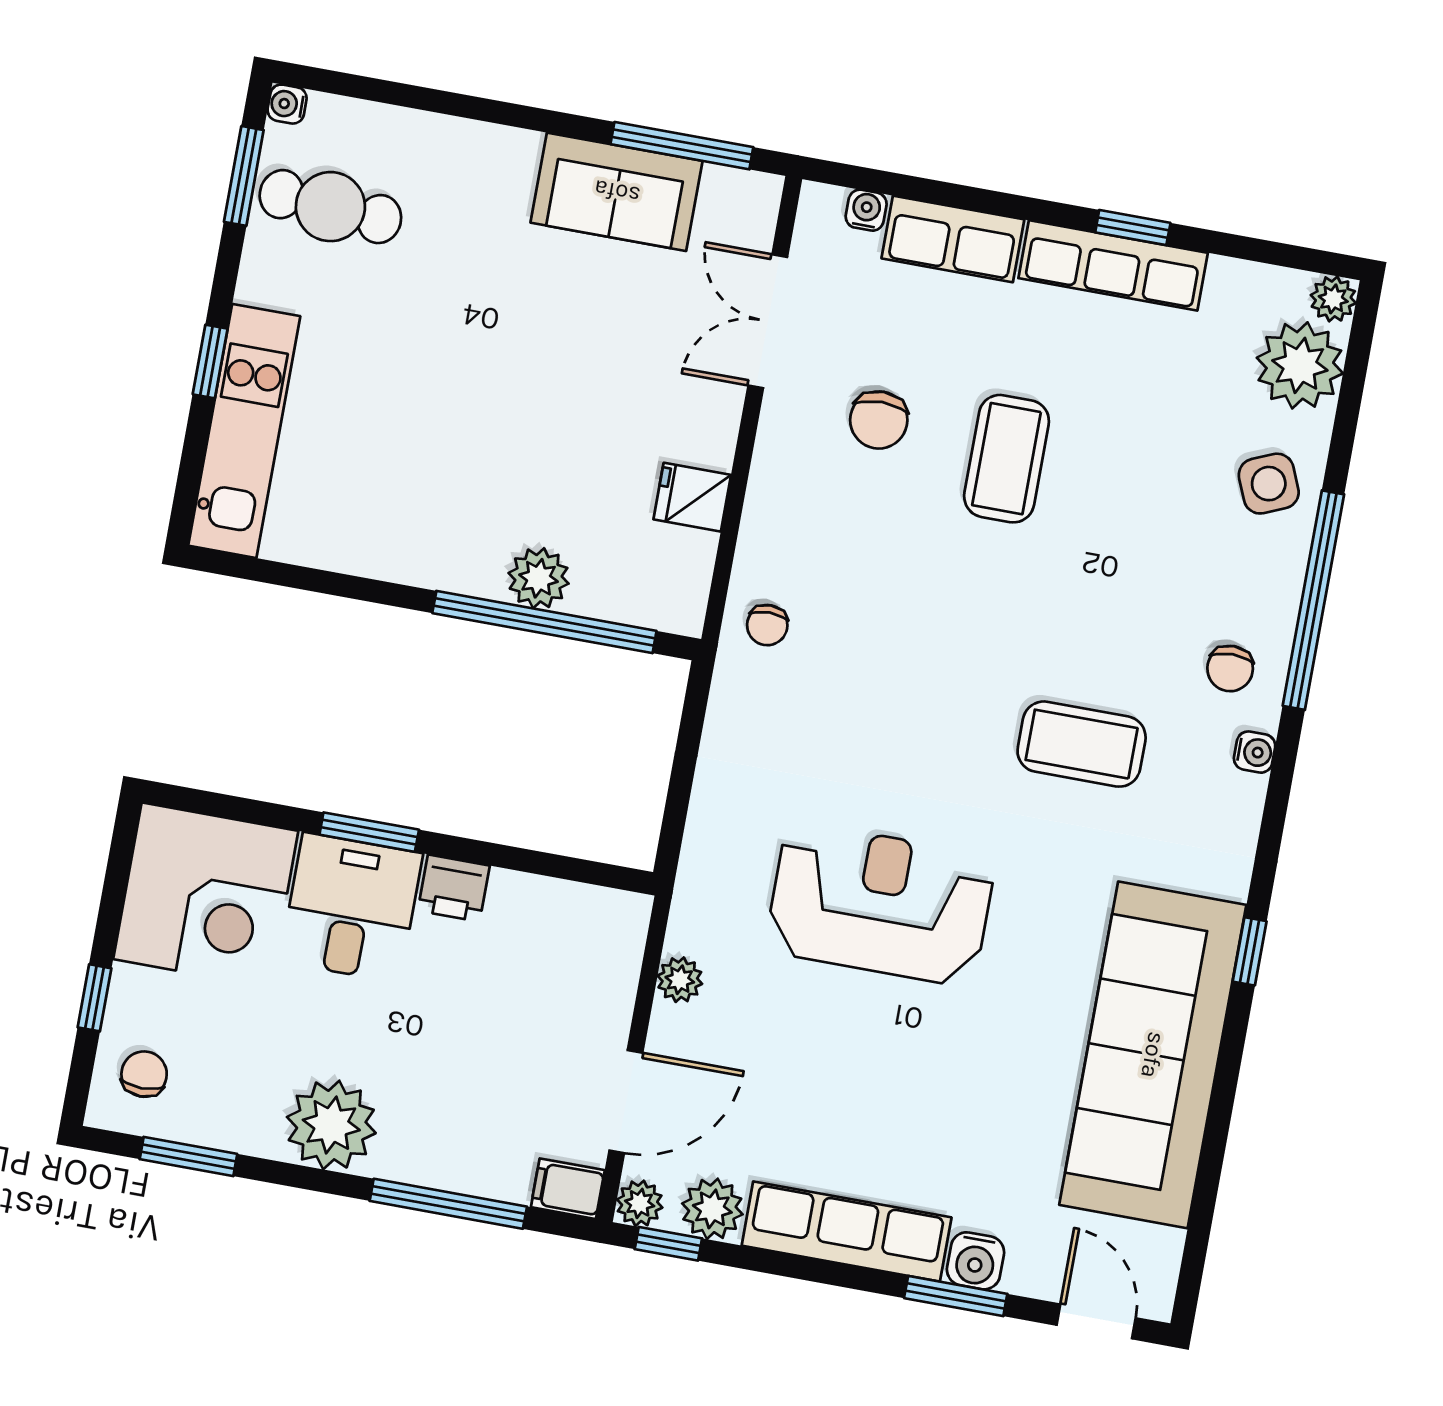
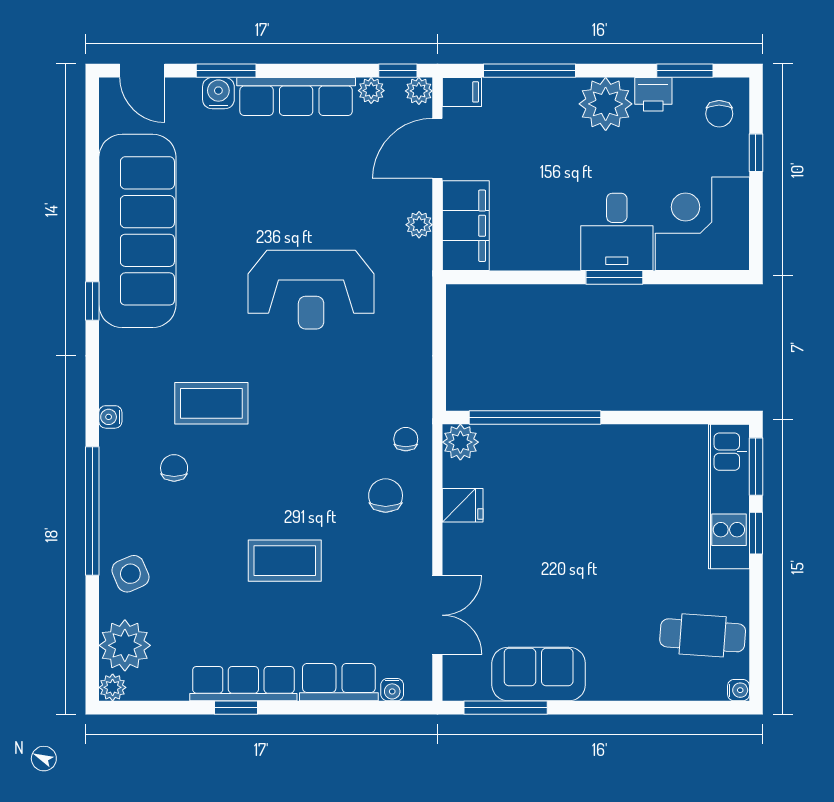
window: (244, 176) -> (756, 467), moved
chair: (879, 420) -> (386, 496), moved
coffee table: (1007, 459) -> (285, 561), turned 90
plant: (539, 578) -> (460, 442), moved
chair: (1230, 669) -> (174, 468), moved
printer: (454, 888) -> (653, 94), moved, turned 180
filing cabinet: (602, 964) -> (466, 226), added
plant: (712, 1209) -> (371, 91), width x0.73, depth x0.73

